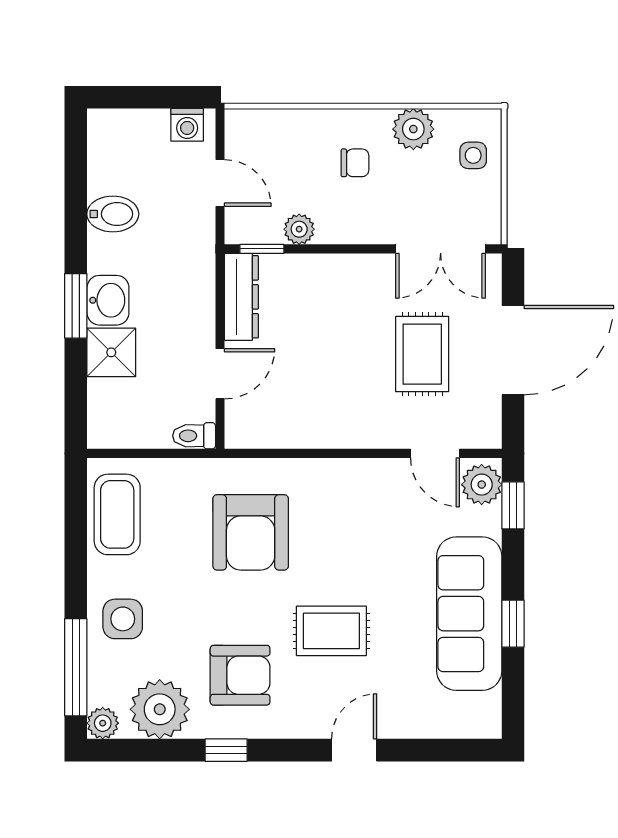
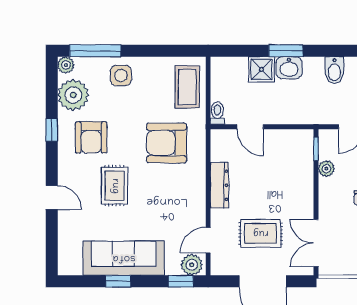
dresser: (241, 297) -> (219, 185), moved, turned -90
coffee table: (117, 514) -> (187, 87), moved, turned 90

